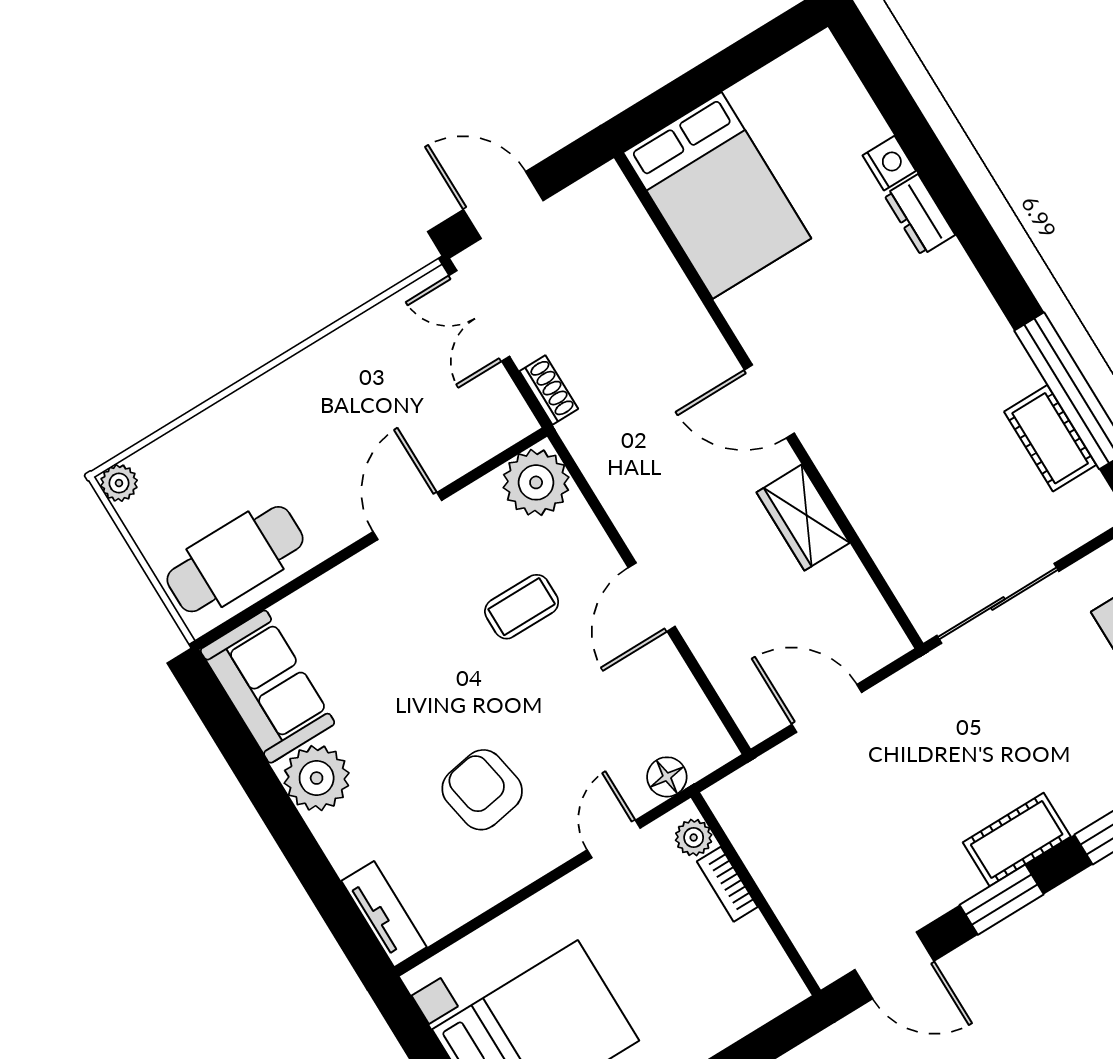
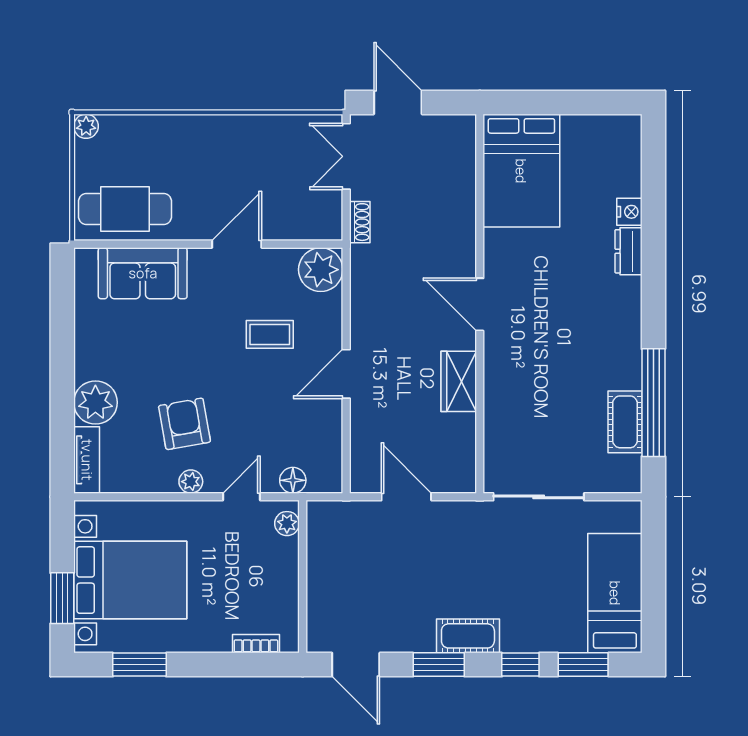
sofa: (268, 687) -> (143, 273), moved, turned 90
plant: (317, 778) -> (95, 402), moved
plant: (536, 859) -> (191, 482), added
bookcase: (727, 884) -> (256, 644), moved, turned 90

